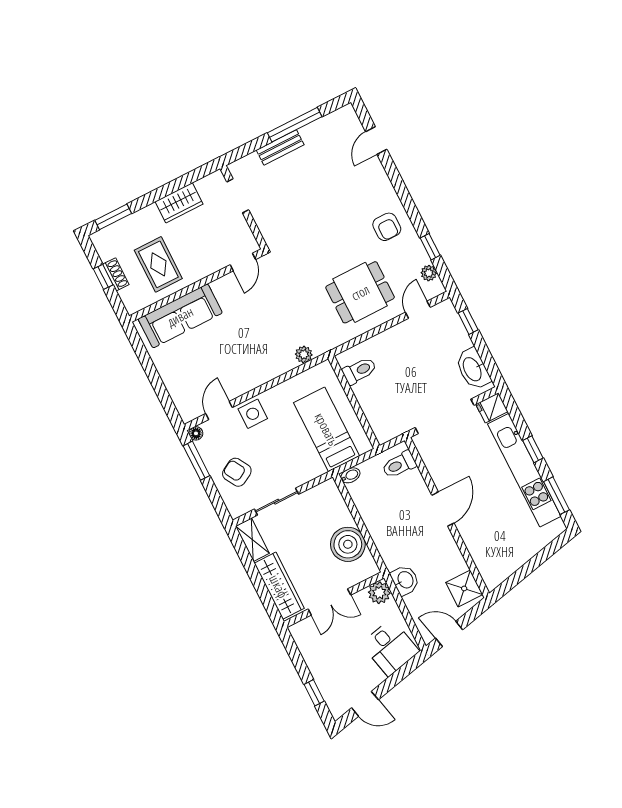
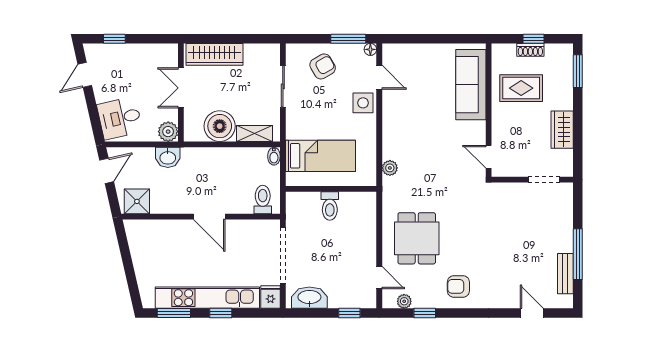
bench: (280, 147) -> (565, 274), moved
toilet: (359, 371) -> (330, 206), moved
shelving: (252, 540) -> (255, 134), moved

